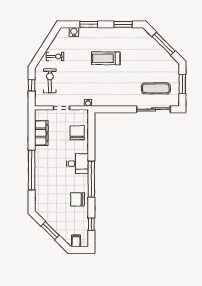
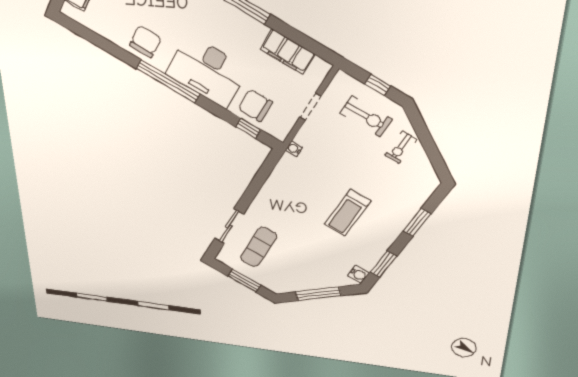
water cooler: (74, 32) -> (358, 274), moved
treadmill: (106, 58) -> (348, 213), turned 180
sliding door: (153, 109) -> (229, 226), width x0.73
chair: (77, 133) -> (255, 105), turned 180
desk: (77, 164) -> (207, 71), width x1.87, depth x1.30
window: (91, 224) -> (248, 128), moved

